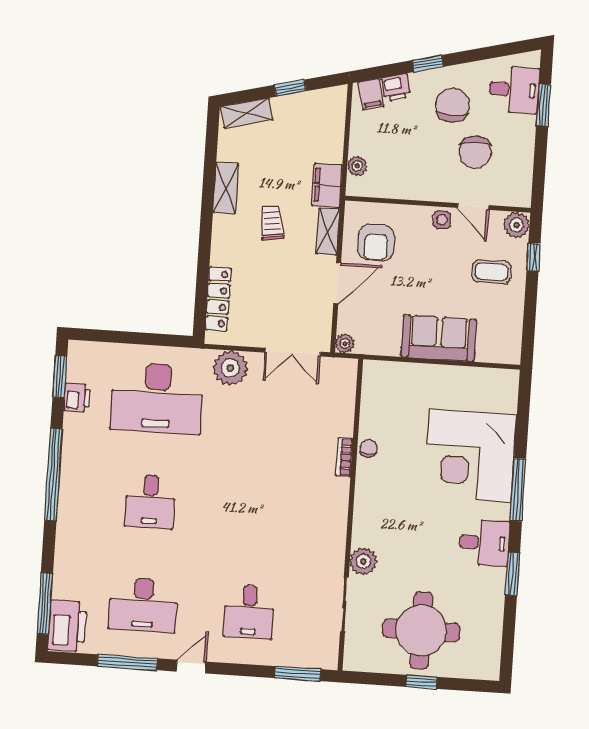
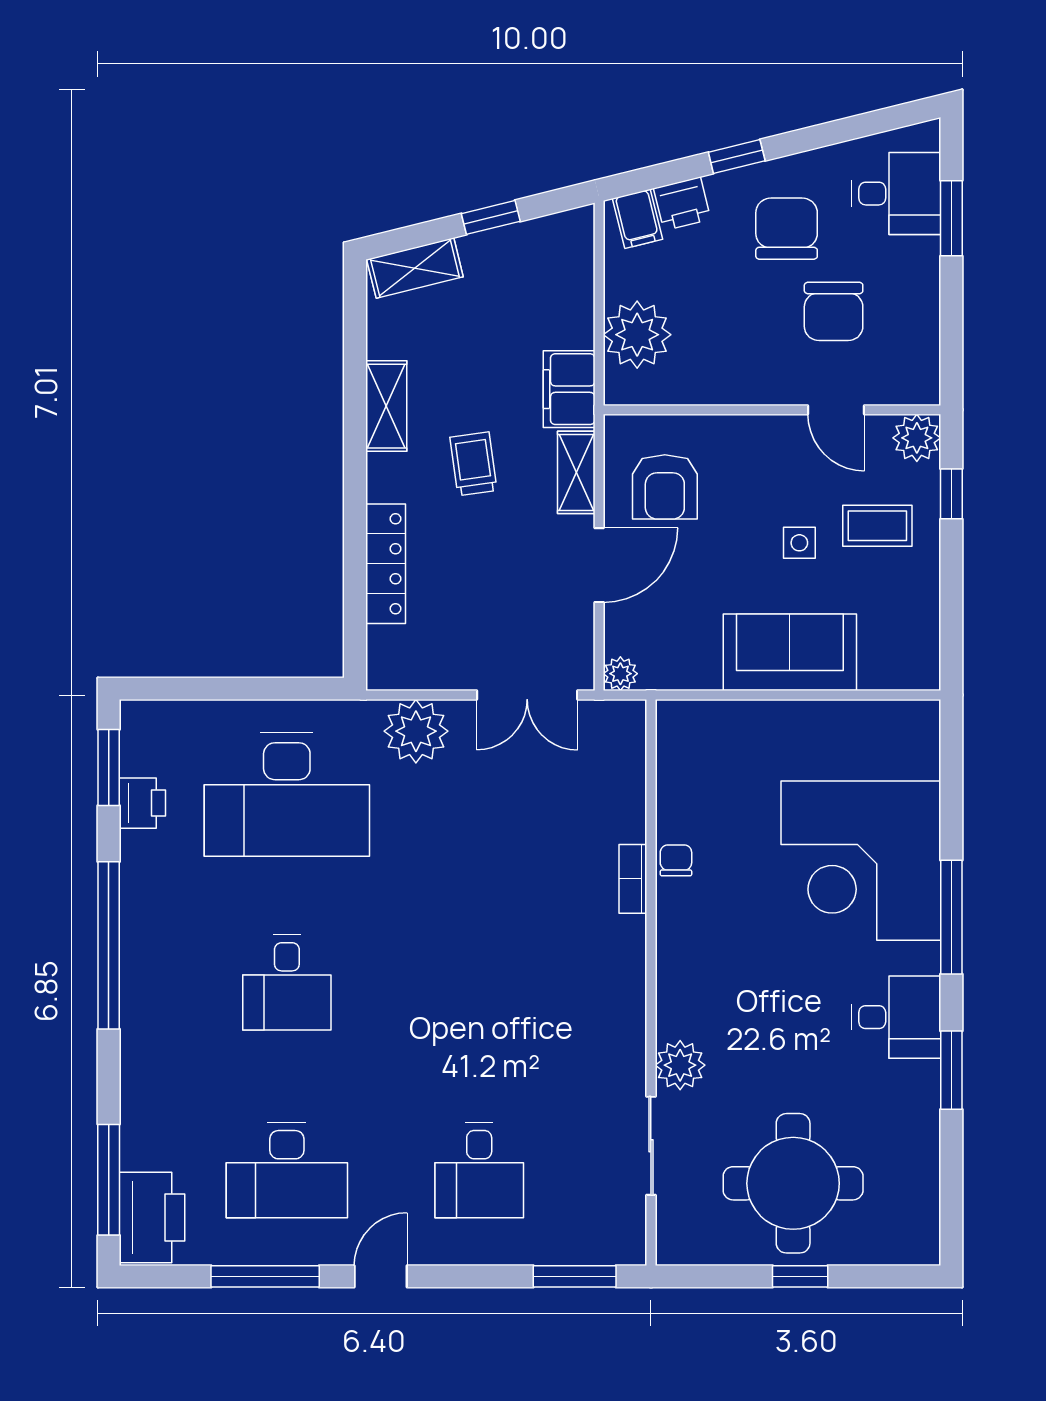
plant: (357, 166) -> (637, 335), width x1.87, depth x1.87
side table: (442, 220) -> (799, 543), moved
locker: (218, 299) -> (386, 564), moved

